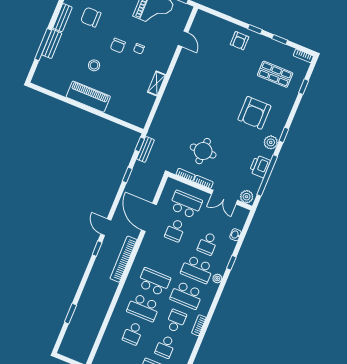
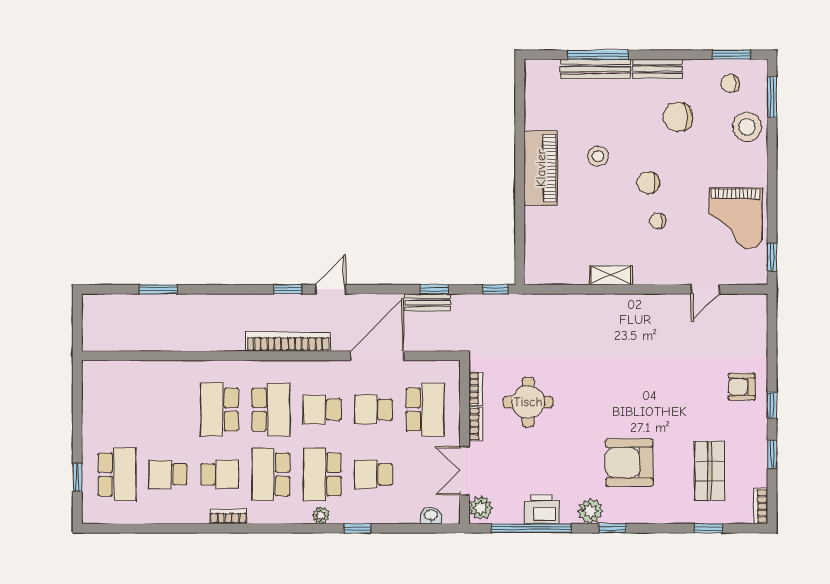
chair: (91, 17) -> (678, 117), turned -90
bench: (52, 44) -> (596, 69), width x1.36
bench: (145, 149) -> (428, 302), moved
washbasin: (235, 235) -> (431, 515), moved
school desk: (133, 333) -> (322, 410), moved

